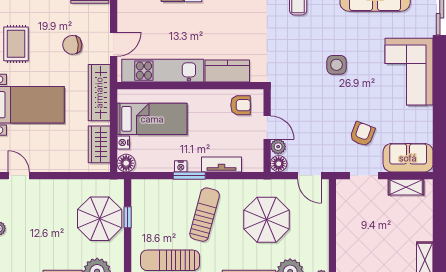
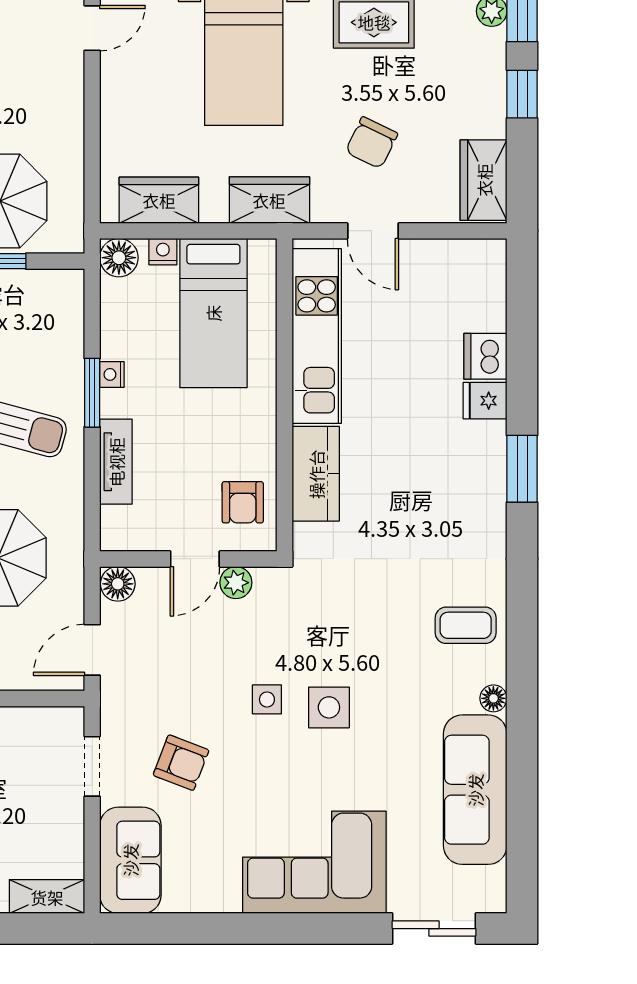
chair: (72, 45) -> (372, 143), turned -150
wardrobe: (99, 93) -> (269, 200), width x0.67
side table: (333, 94) -> (267, 699), added
plant: (278, 147) -> (236, 583), moved
shelving: (406, 187) -> (47, 897), moved, turned 90

